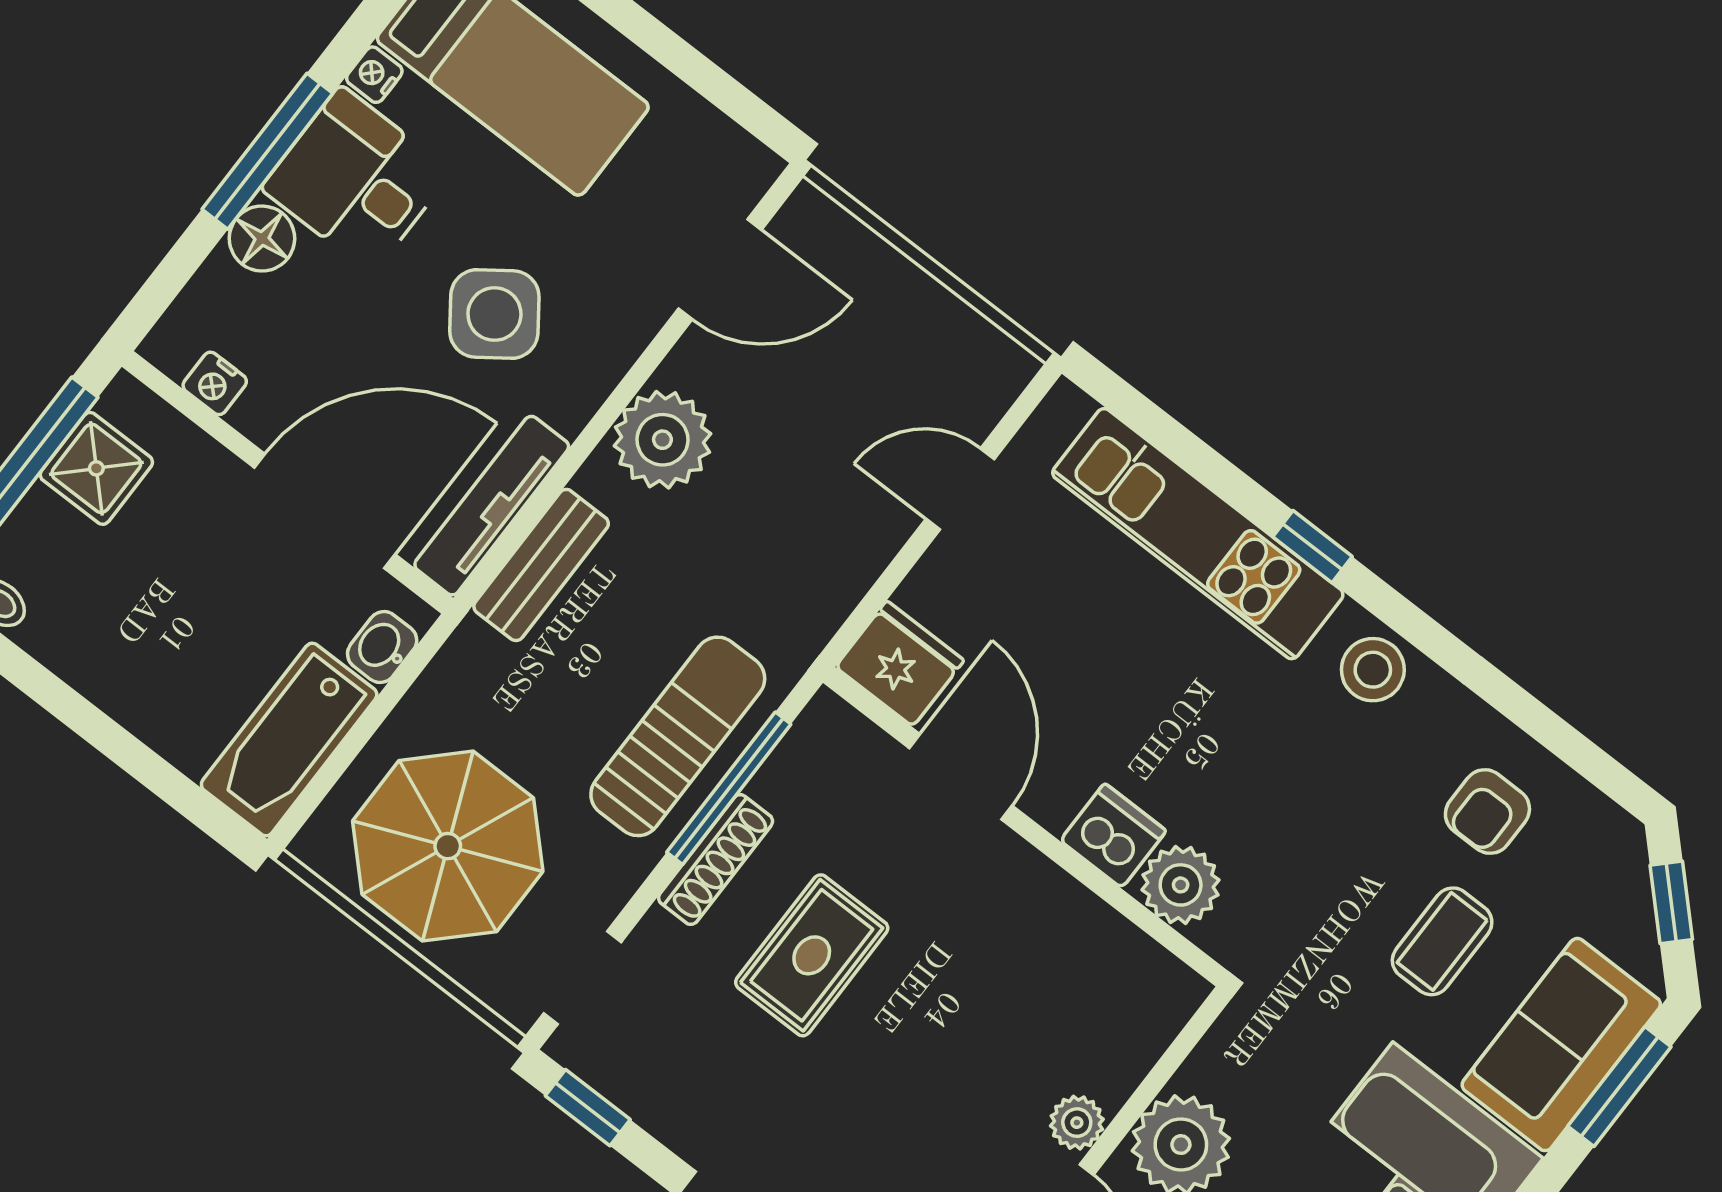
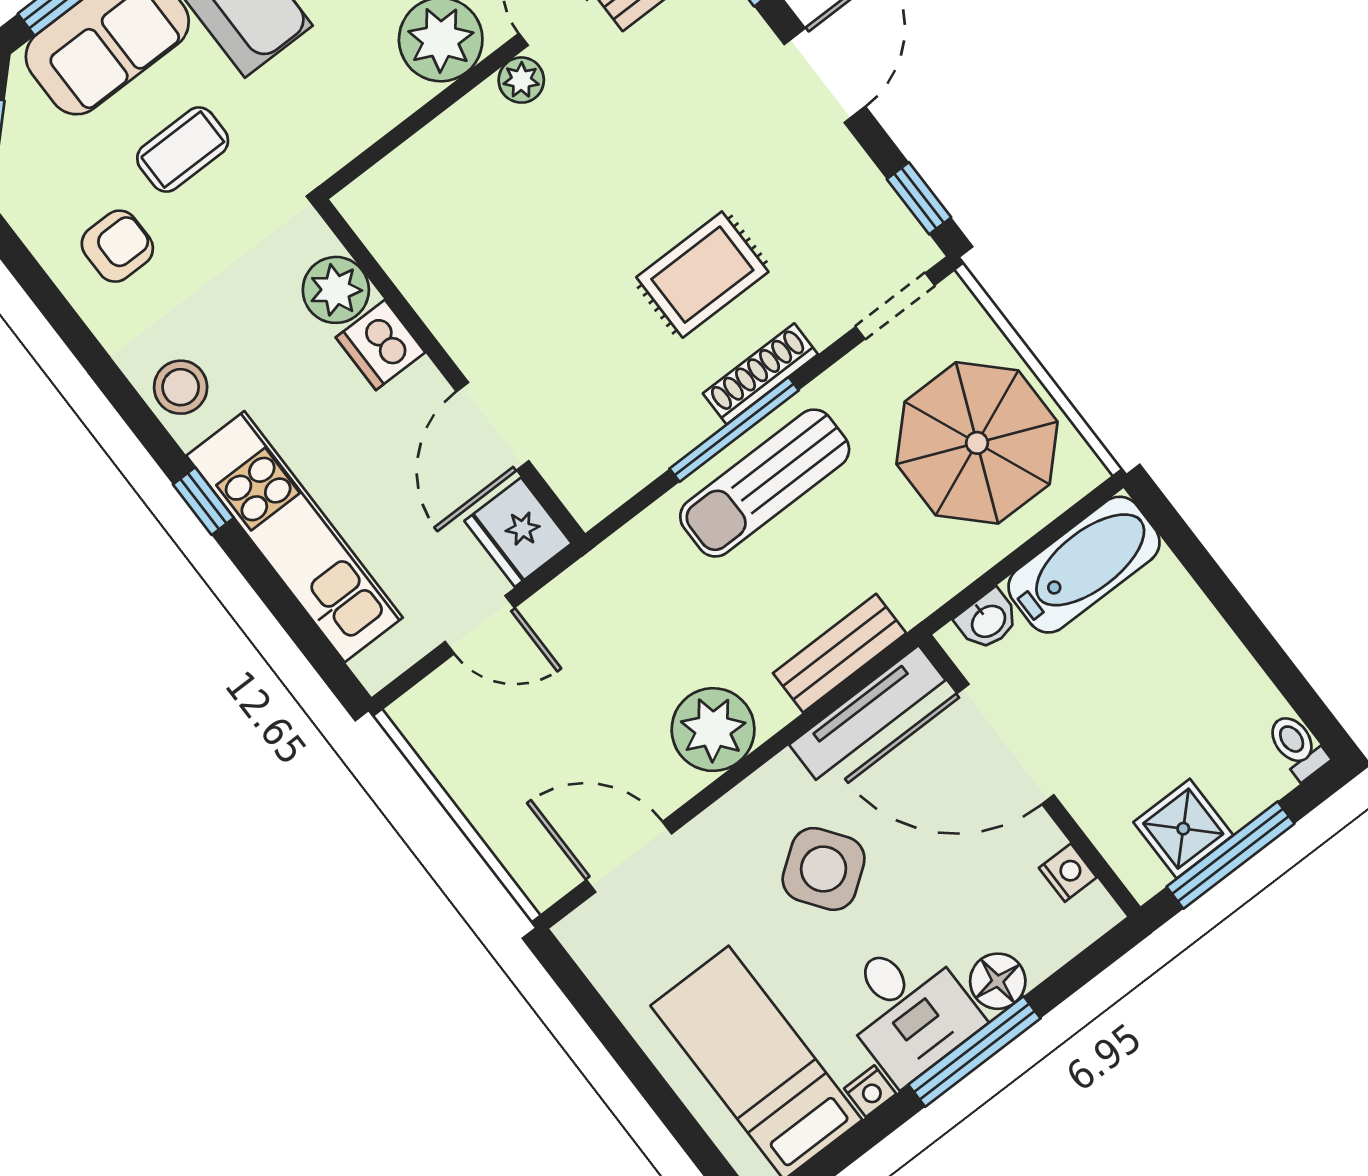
fridge: (900, 664) -> (518, 532), moved
door: (961, 777) -> (493, 426), moved
wall: (1025, 827) -> (450, 371), moved
dishwasher: (1113, 836) -> (380, 345), moved
plant: (1181, 885) -> (336, 290), moved

